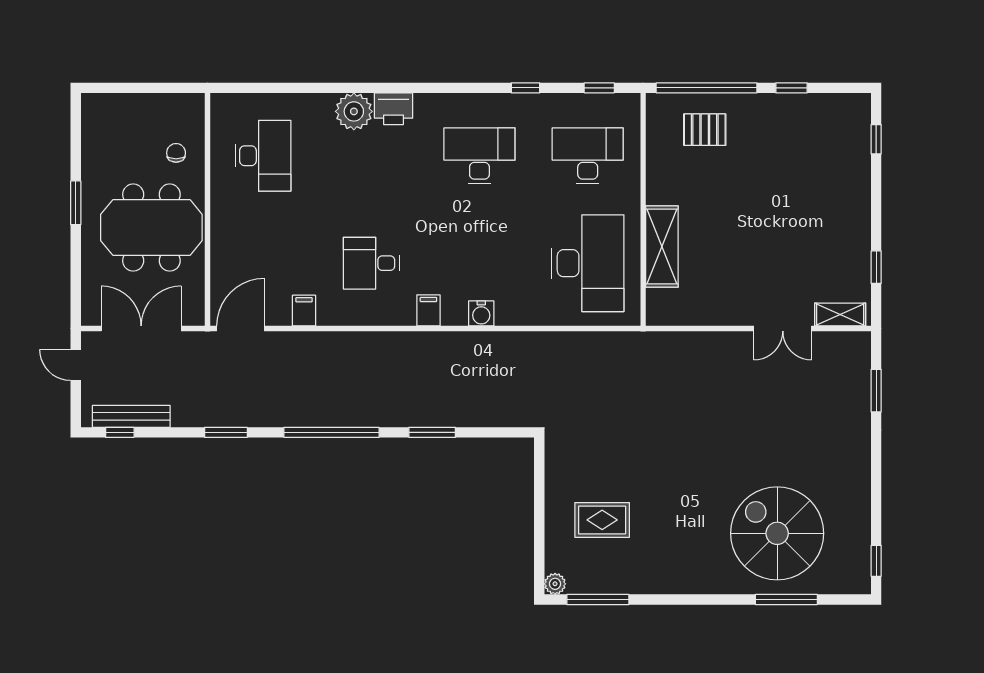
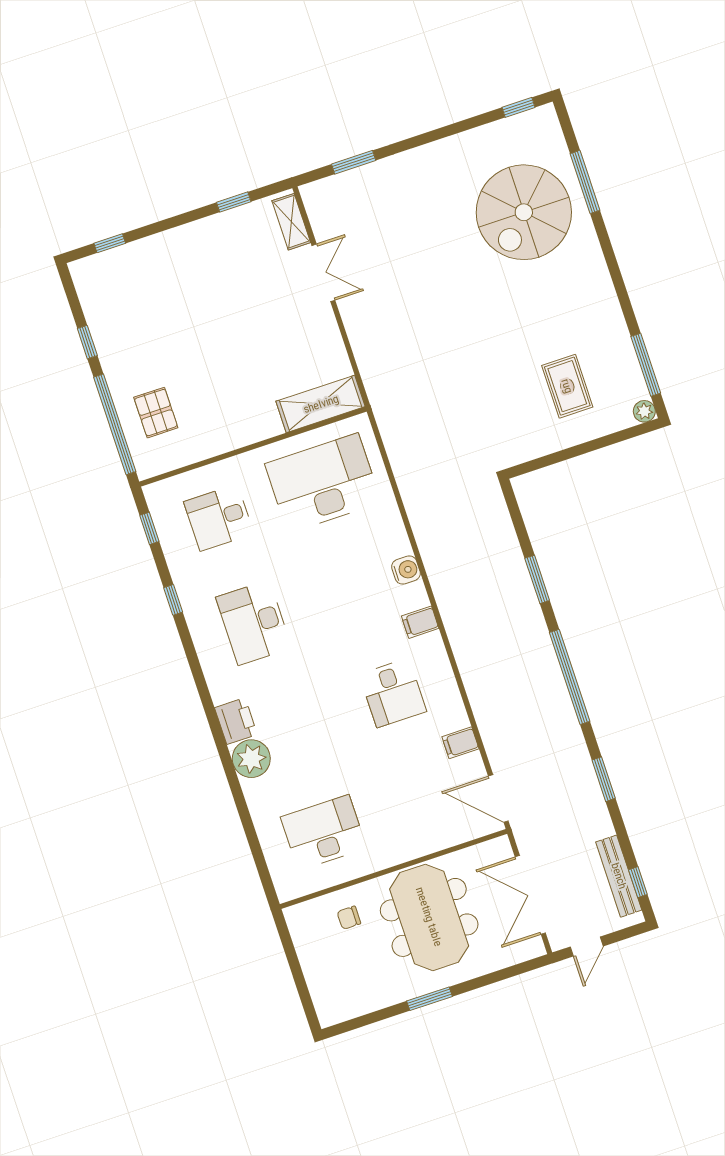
desk: (588, 156) -> (219, 518), width x0.73
shelving: (662, 247) -> (321, 404), moved

